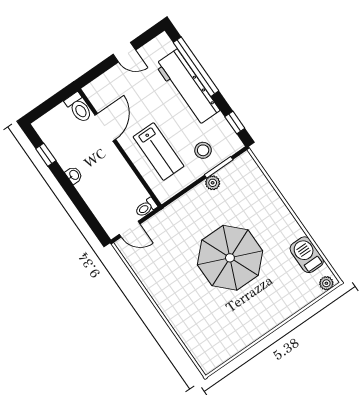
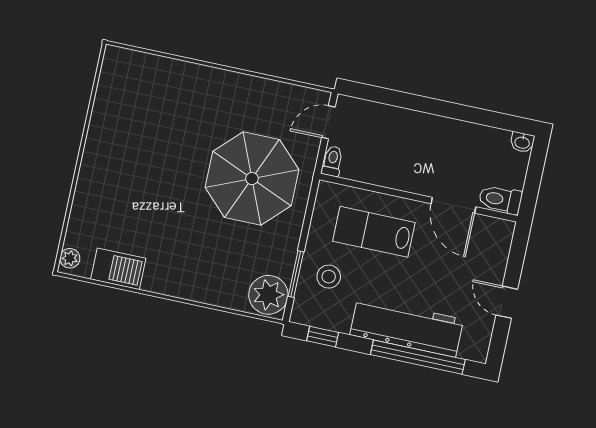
door: (124, 52) -> (507, 302), hinge flipped
window: (46, 155) -> (489, 118), removed
washbasin: (74, 175) -> (522, 142), moved
plant: (213, 183) -> (268, 295), moved, width x1.88, depth x1.88
parasol: (230, 258) -> (252, 179), moved

